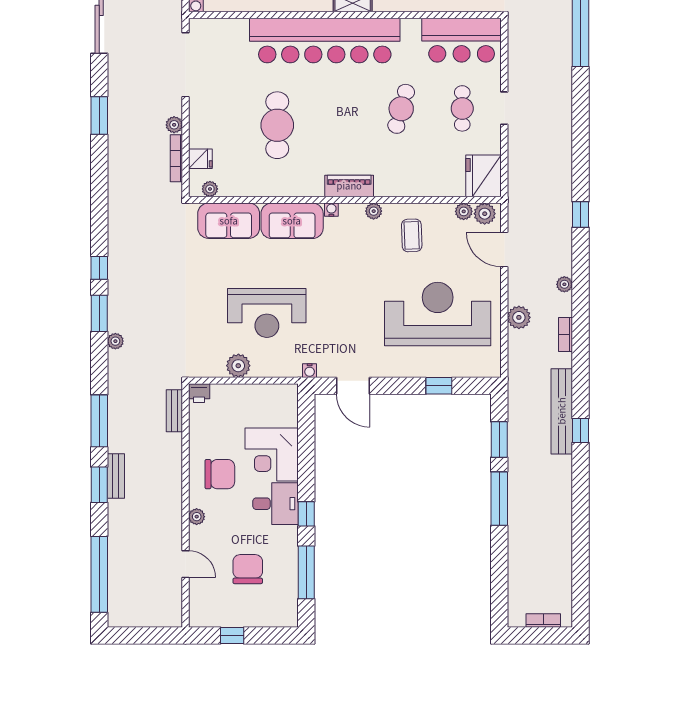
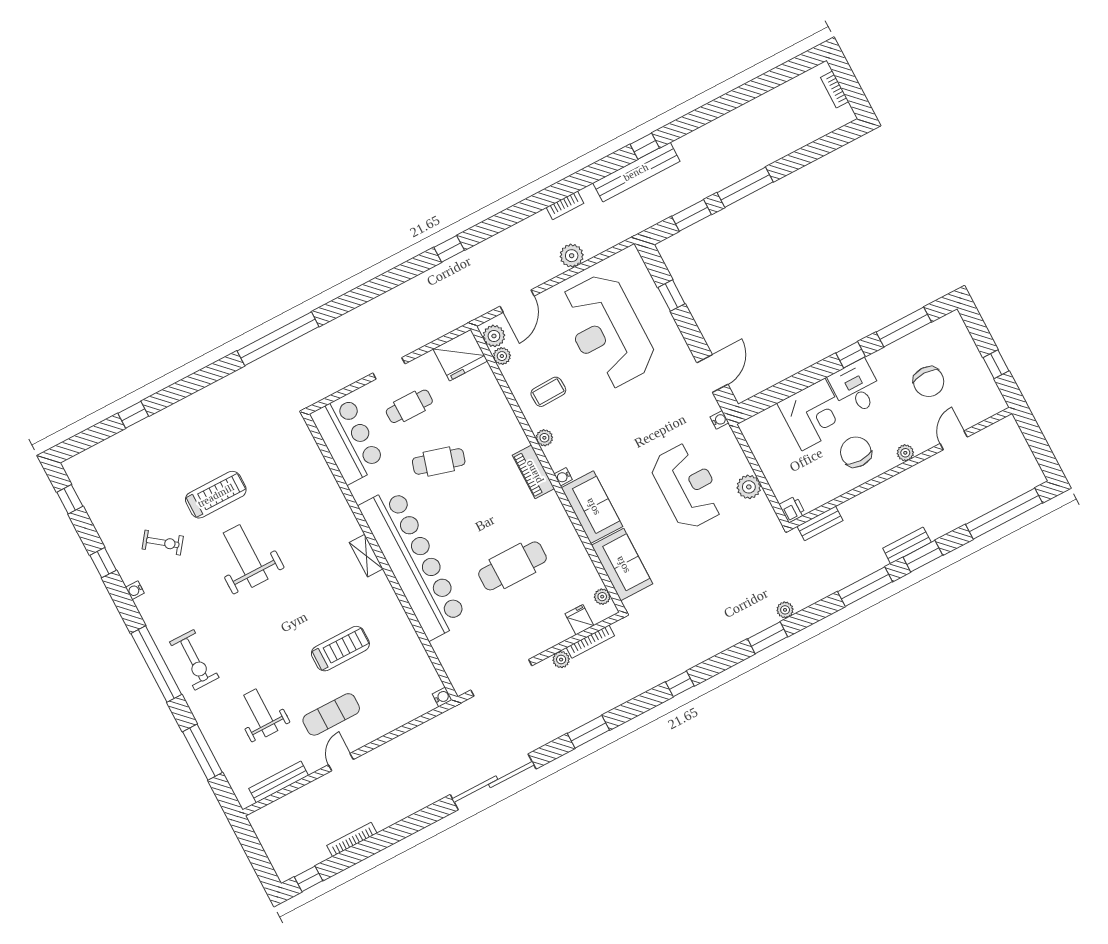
window: (99, 268) -> (680, 684), moved
plant: (564, 284) -> (520, 230), removed
chair: (248, 569) -> (929, 382), turned -90

